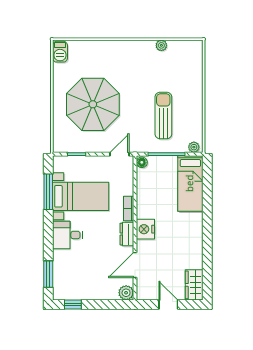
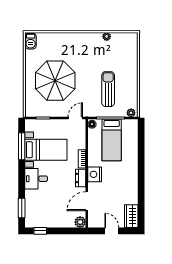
bed: (190, 183) -> (112, 140), moved

